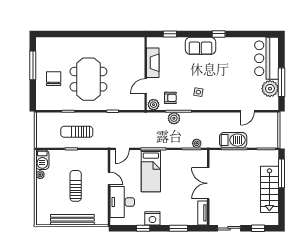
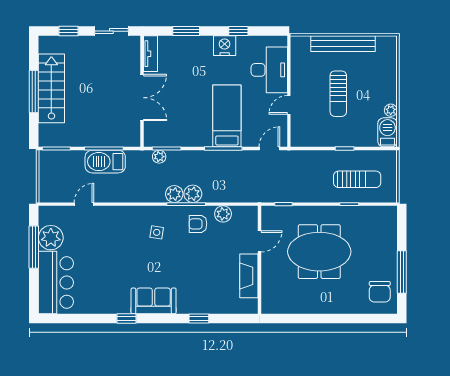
fireplace: (153, 63) -> (249, 276), moved
wall: (146, 74) -> (259, 260), moved
chair: (54, 79) -> (380, 292), moved
meeting table: (88, 79) -> (319, 252), turned 90
door: (146, 86) -> (259, 241), moved
plant: (187, 118) -> (174, 194), added
sun lounger: (77, 132) -> (357, 179), moved
window: (281, 173) -> (34, 91), moved
door: (109, 178) -> (289, 105), hinge flipped

